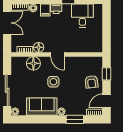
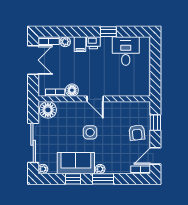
floor lamp: (33, 63) -> (48, 110), moved
window: (39, 119) -> (73, 179), added
window: (75, 119) -> (103, 179), moved

